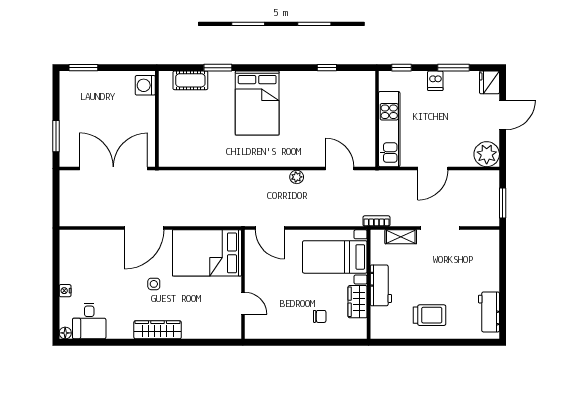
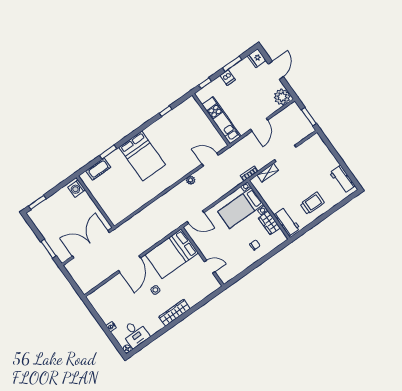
workbench: (381, 285) -> (287, 222), moved

